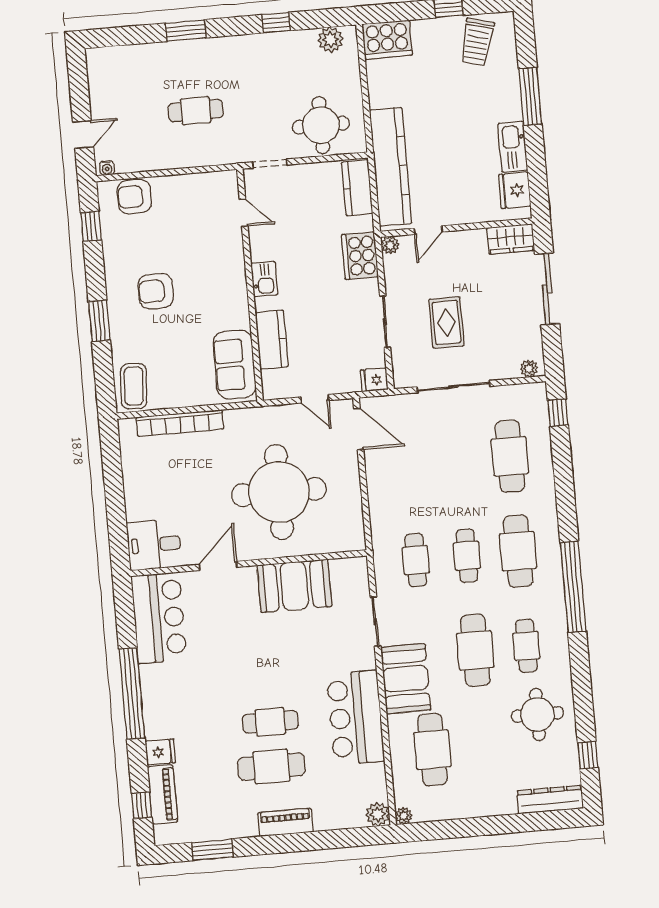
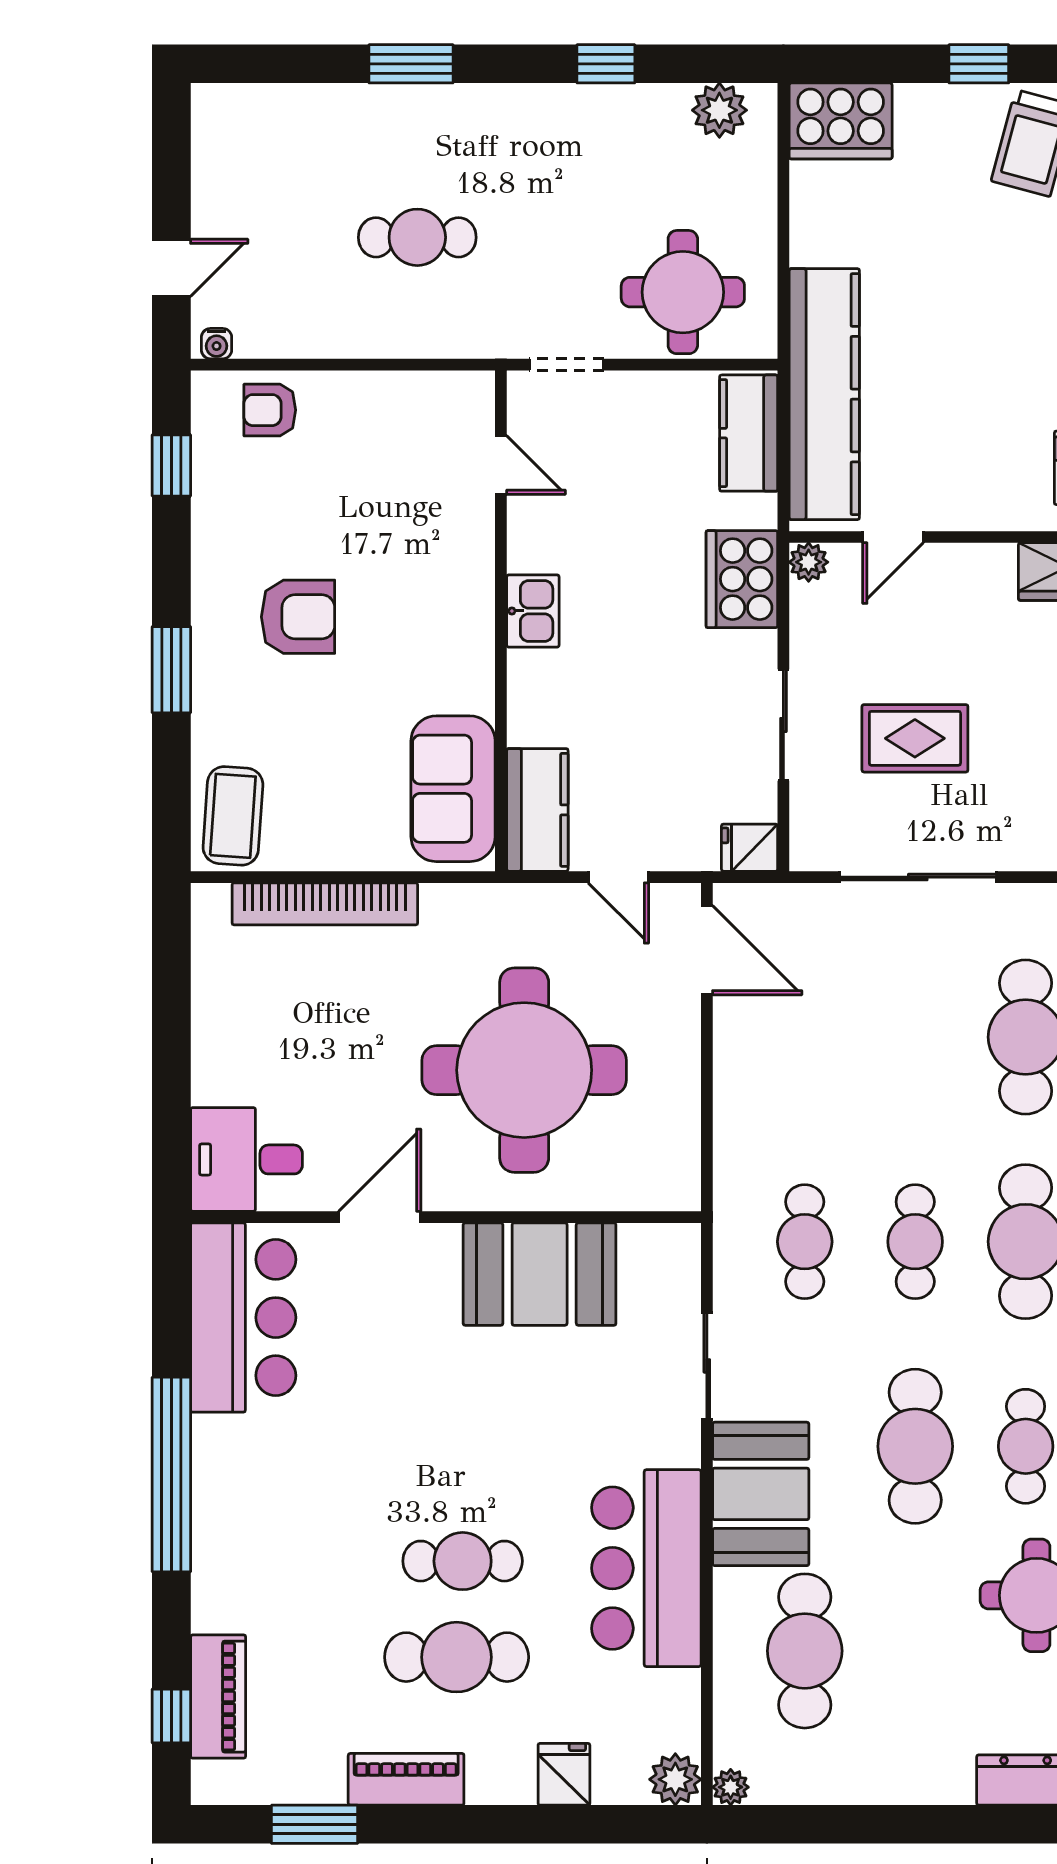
armchair: (134, 197) -> (270, 410), width x0.72, depth x0.72
armchair: (156, 291) -> (298, 617), turned 180
rug: (446, 322) -> (915, 738), turned 90
kitchen counter: (272, 340) -> (537, 810), moved
fridge: (160, 752) -> (564, 1774), moved, turned -90
piano: (285, 822) -> (406, 1779), moved

